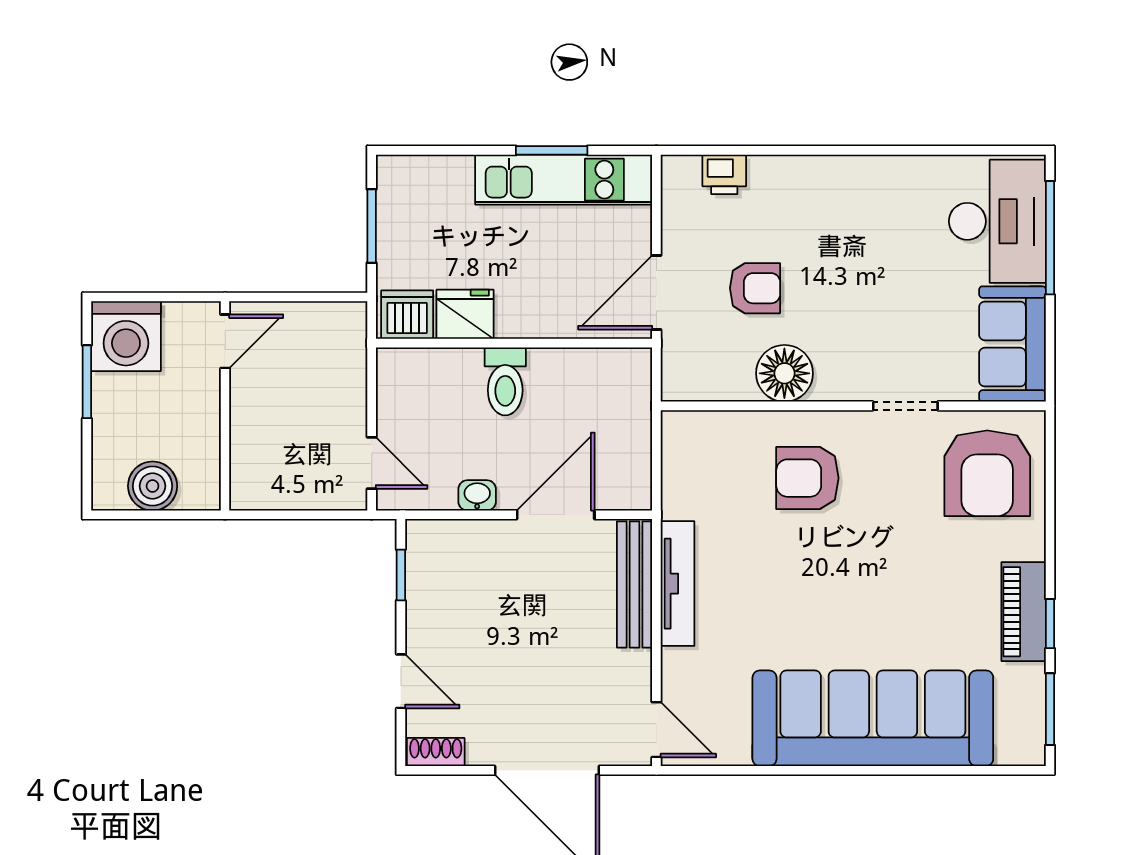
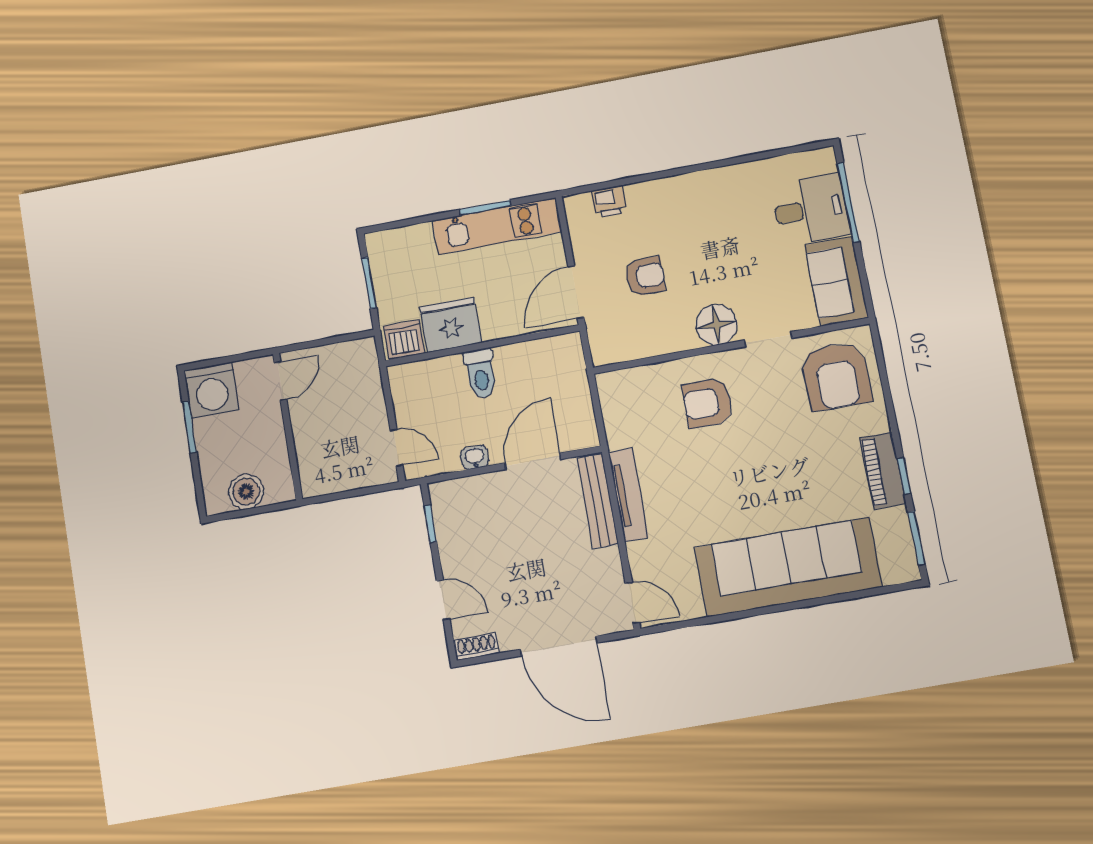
desk: (997, 221) -> (811, 209), width x0.73
fridge: (465, 314) -> (451, 325), width x1.36, depth x1.34
floor lamp: (784, 373) -> (716, 325), moved

